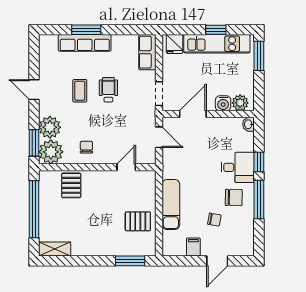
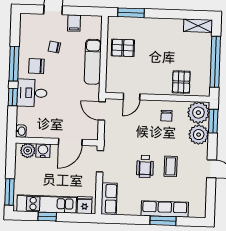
door: (159, 137) -> (102, 111), moved

